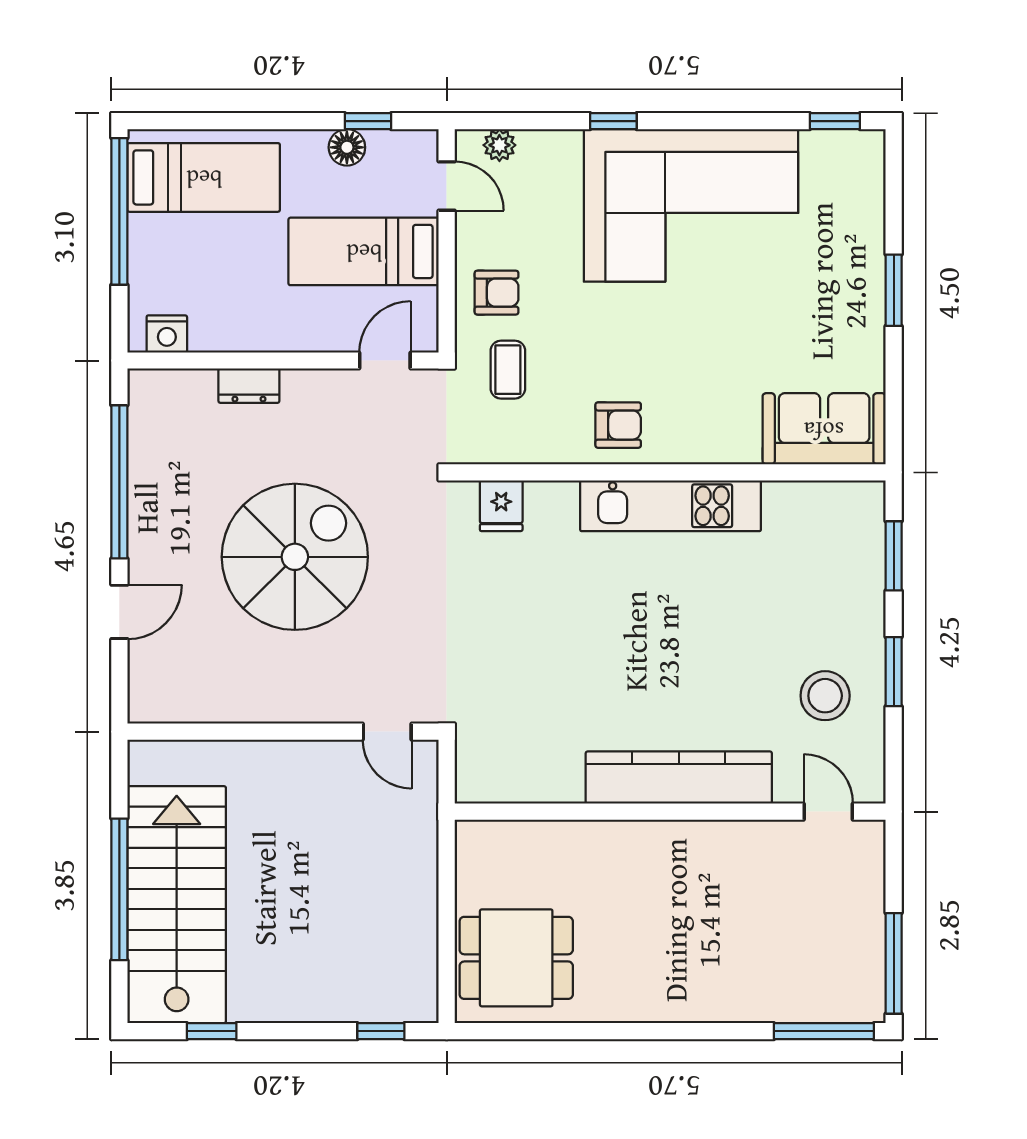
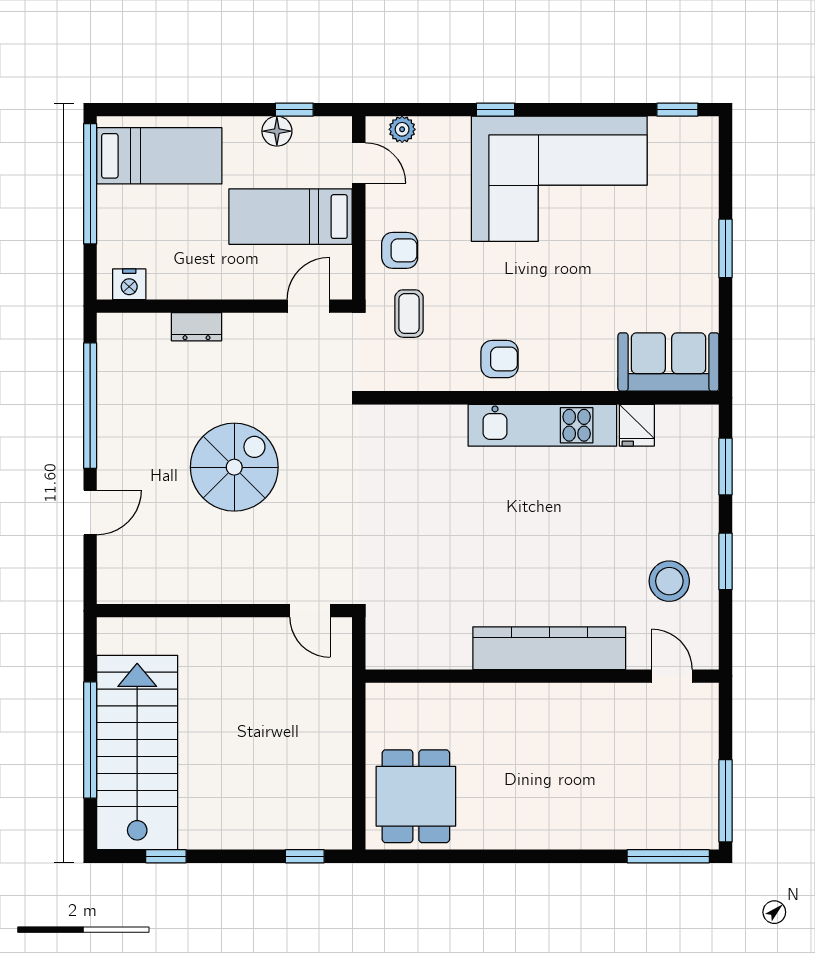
fridge: (501, 506) -> (637, 425), moved
spiral stairs: (295, 557) -> (234, 467), width x0.73, depth x0.73
dining table: (516, 958) -> (416, 796), turned 90

